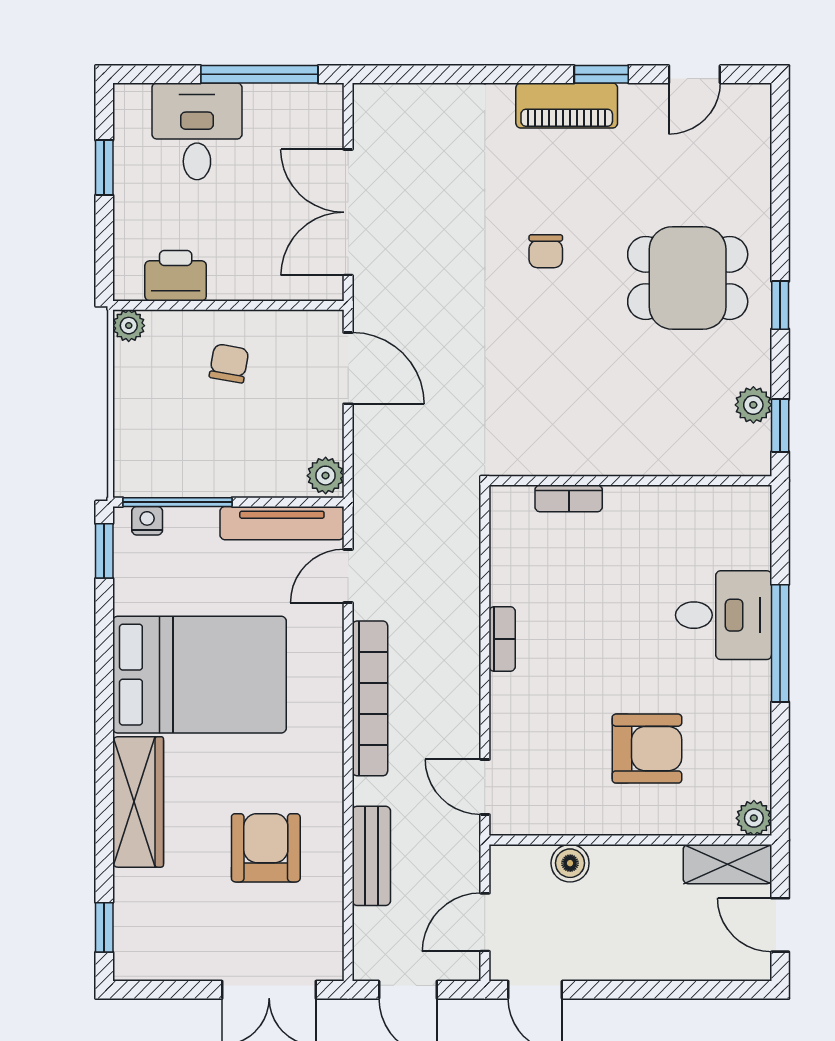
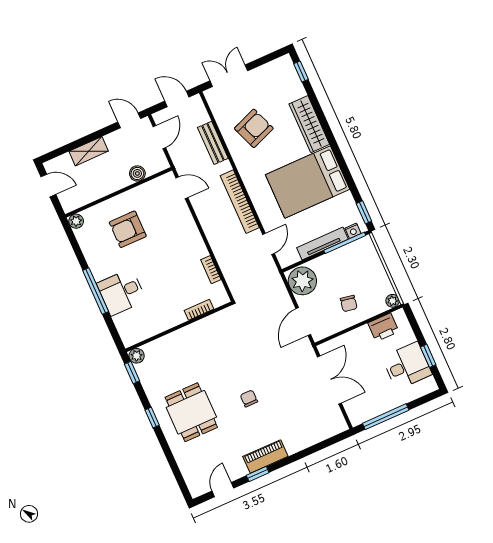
desk: (197, 131) -> (407, 366), moved, turned -90
dining table: (688, 278) -> (191, 412), turned 90
door: (348, 368) -> (303, 322), hinge flipped
plant: (753, 405) -> (137, 356), moved
plant: (326, 476) -> (302, 281), width x1.88, depth x1.88
tv unit: (282, 523) -> (322, 243), moved
bookcase: (502, 639) -> (211, 270), moved
armchair: (266, 848) -> (254, 128), turned -111
shelving: (727, 864) -> (89, 151), moved

